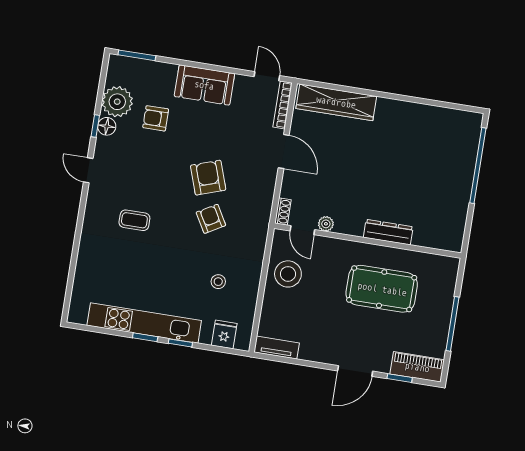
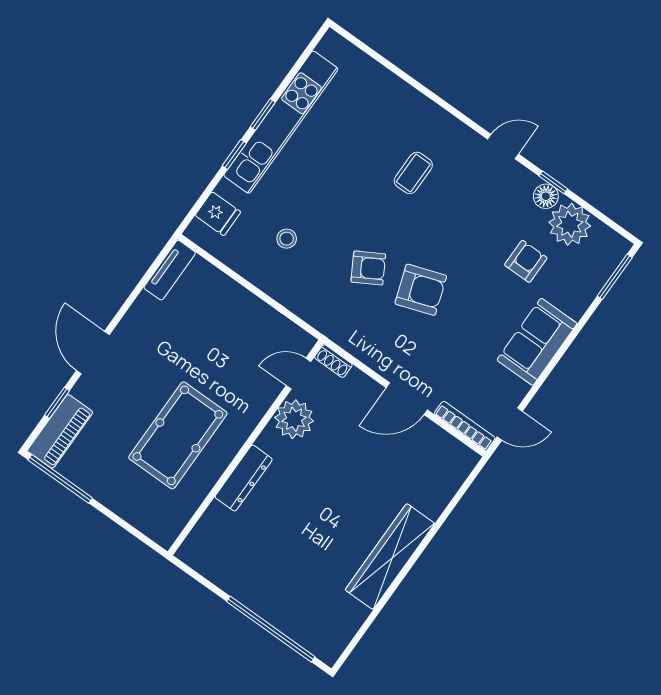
wardrobe: (336, 102) -> (390, 557), moved
plant: (326, 224) -> (294, 419), width x1.87, depth x1.87
stool: (288, 274) -> (253, 329), removed
window: (453, 324) -> (60, 479), moved

